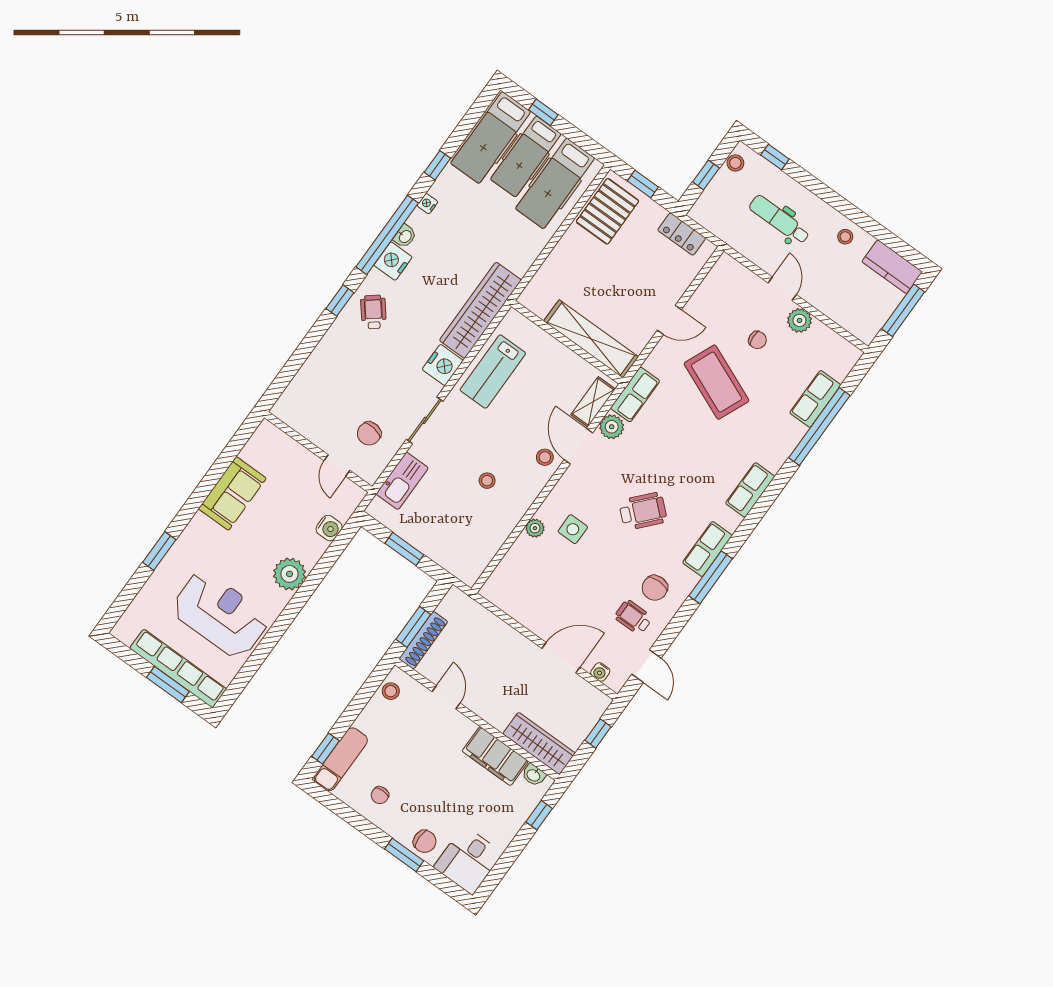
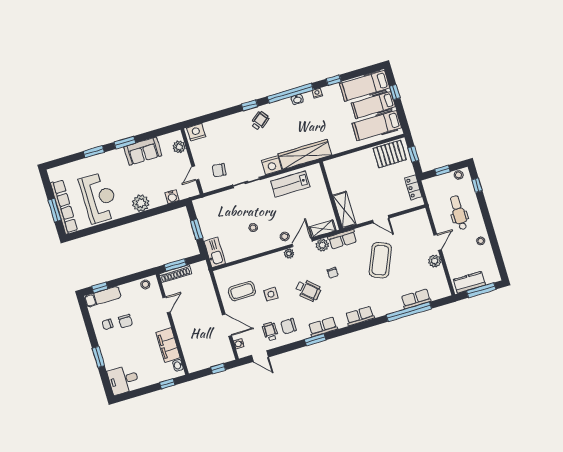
nightstand: (393, 261) -> (196, 132), moved
kitchen counter: (892, 267) -> (469, 282), moved, turned 90
shelving: (591, 339) -> (344, 210), width x0.68
chair: (758, 340) -> (333, 273), moved
plant: (282, 445) -> (179, 147), added
kitchen sink: (402, 481) -> (215, 252), moved, turned -90
window: (195, 501) -> (125, 143), added
plant: (535, 528) -> (289, 254), moved
side table: (573, 529) -> (271, 294), moved
window: (711, 577) -> (315, 340), width x0.69
coffee table: (544, 589) -> (242, 291), added
door: (646, 666) -> (260, 356), hinge flipped
wardrobe: (539, 743) -> (190, 354), removed
chair: (425, 841) -> (125, 321), moved

